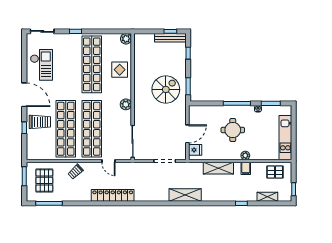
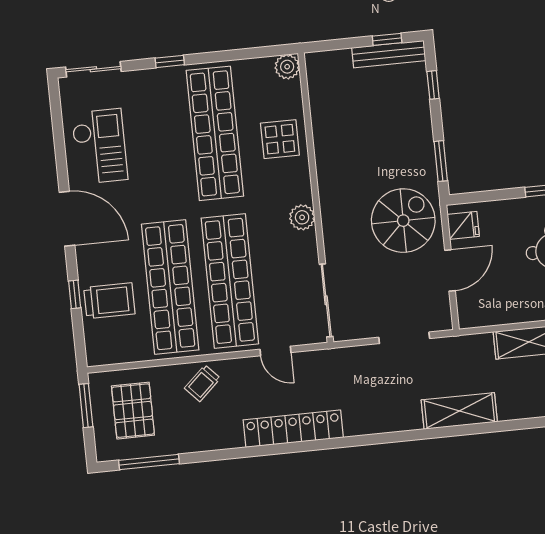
spiral stairs: (166, 89) -> (403, 221), moved
trolley: (40, 122) -> (109, 301), moved
fridge: (195, 150) -> (463, 225), moved

